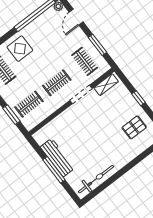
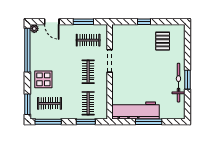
shelving: (106, 85) -> (117, 38), removed
workbench: (57, 158) -> (136, 110), width x1.36, depth x1.32
window: (117, 175) -> (188, 80), added
bicycle: (96, 179) -> (178, 83), moved

